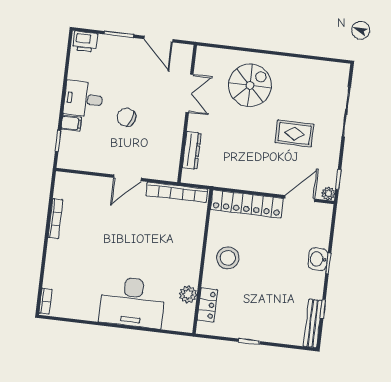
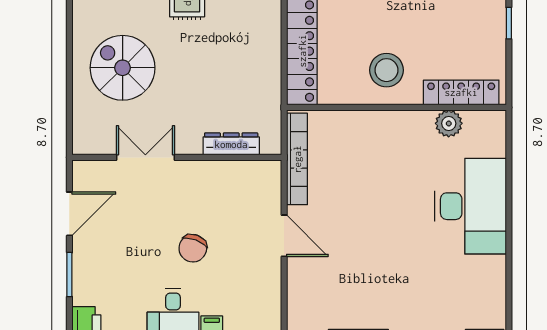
locker: (207, 305) -> (461, 92), width x1.53

